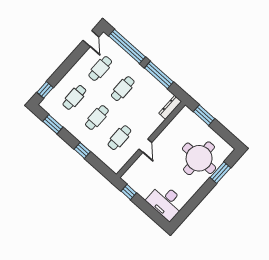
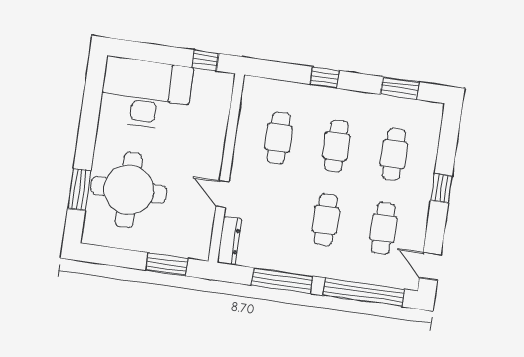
window: (45, 90) -> (441, 188), moved
door: (145, 146) -> (223, 194), moved
desk: (166, 202) -> (146, 94), width x1.36, depth x1.30

